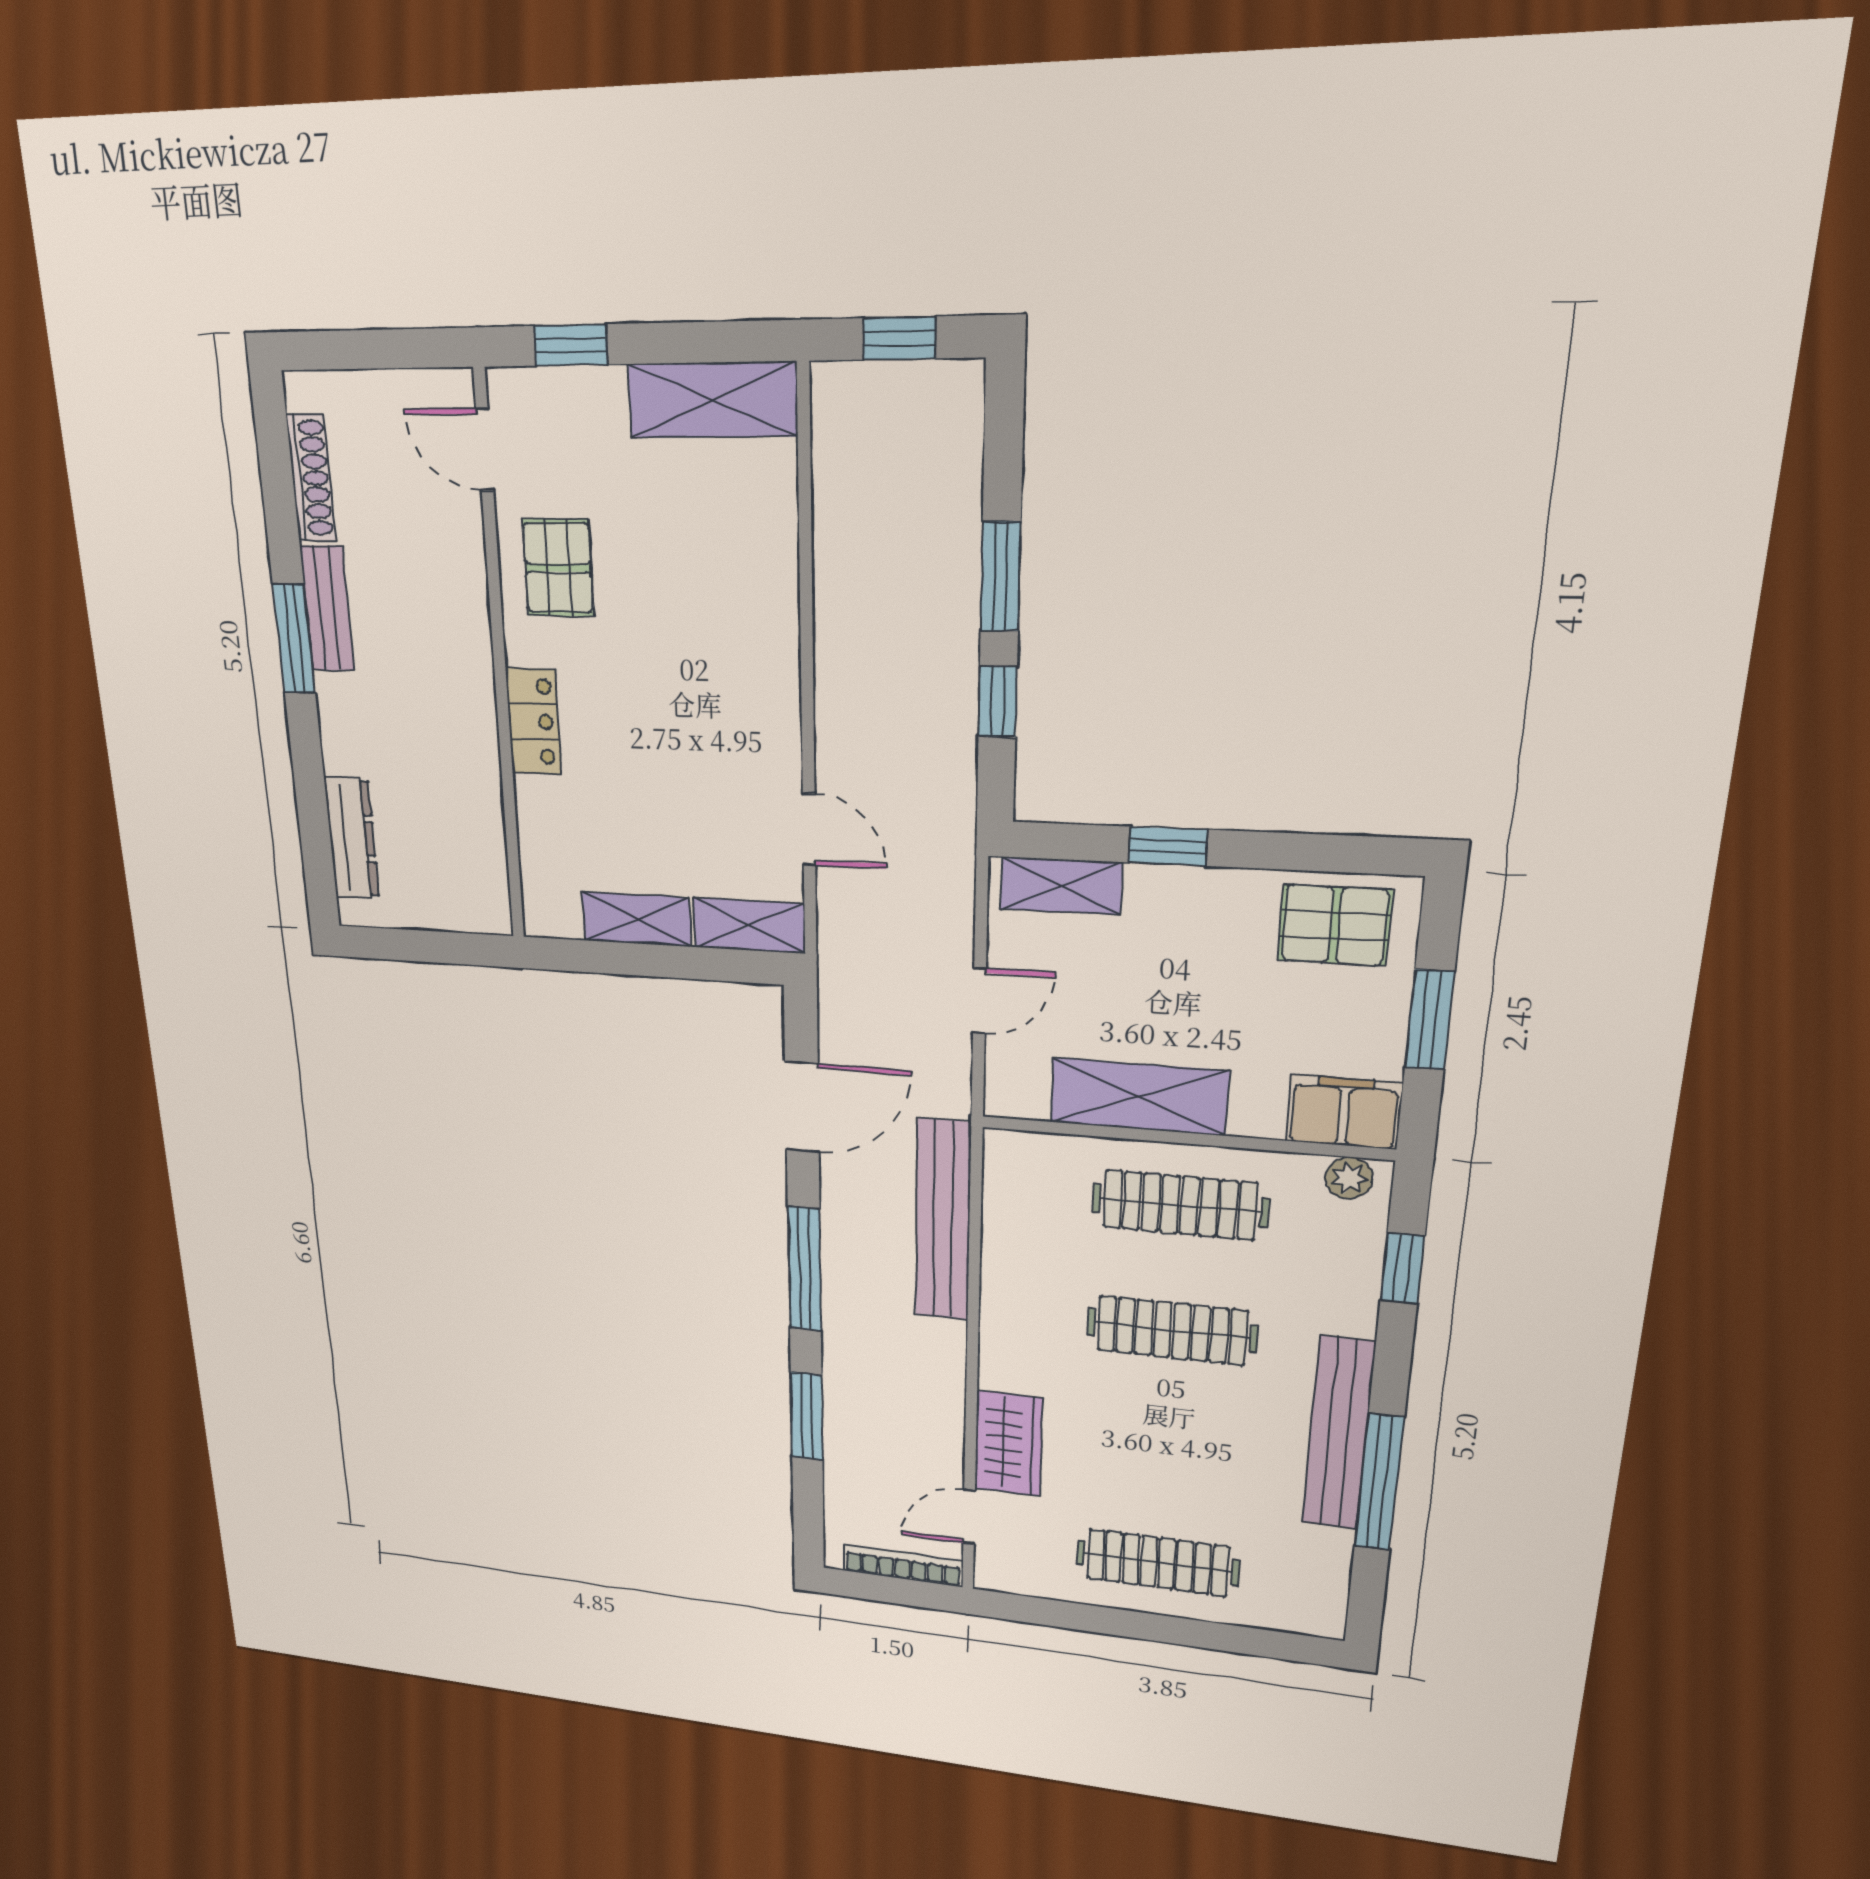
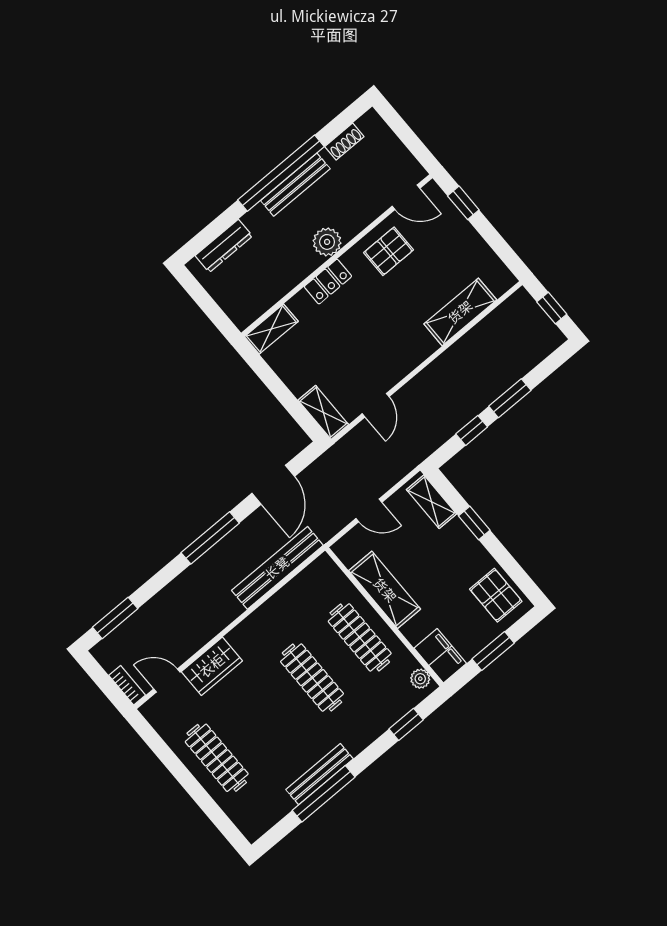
shelving: (712, 400) -> (460, 312), moved, turned 90
door: (485, 450) -> (406, 197), swing flipped
shoe rack: (311, 478) -> (344, 142), width x0.70
bench: (327, 609) -> (295, 185), width x1.36
window: (294, 639) -> (281, 173), width x2.11
plant: (464, 663) -> (327, 242), added
shelving: (636, 919) -> (271, 329), moved, turned 90
door: (802, 1107) -> (273, 485), hinge flipped
window: (807, 1416) -> (115, 618), moved
bench: (1338, 1434) -> (320, 774), width x0.73, depth x0.82
bookcase: (903, 1566) -> (127, 685), width x0.64

